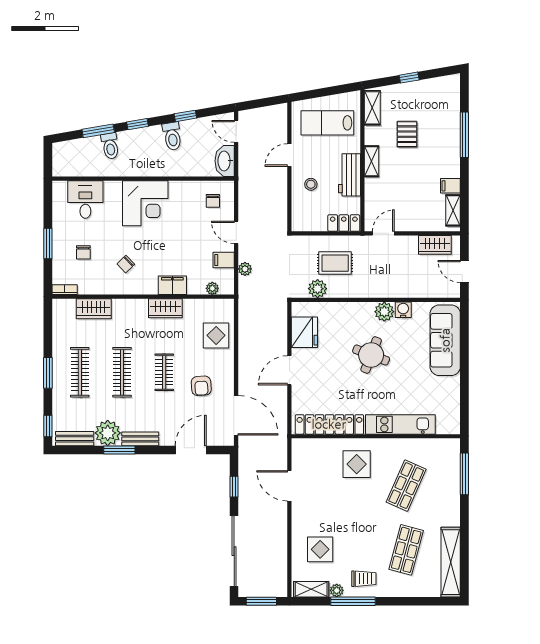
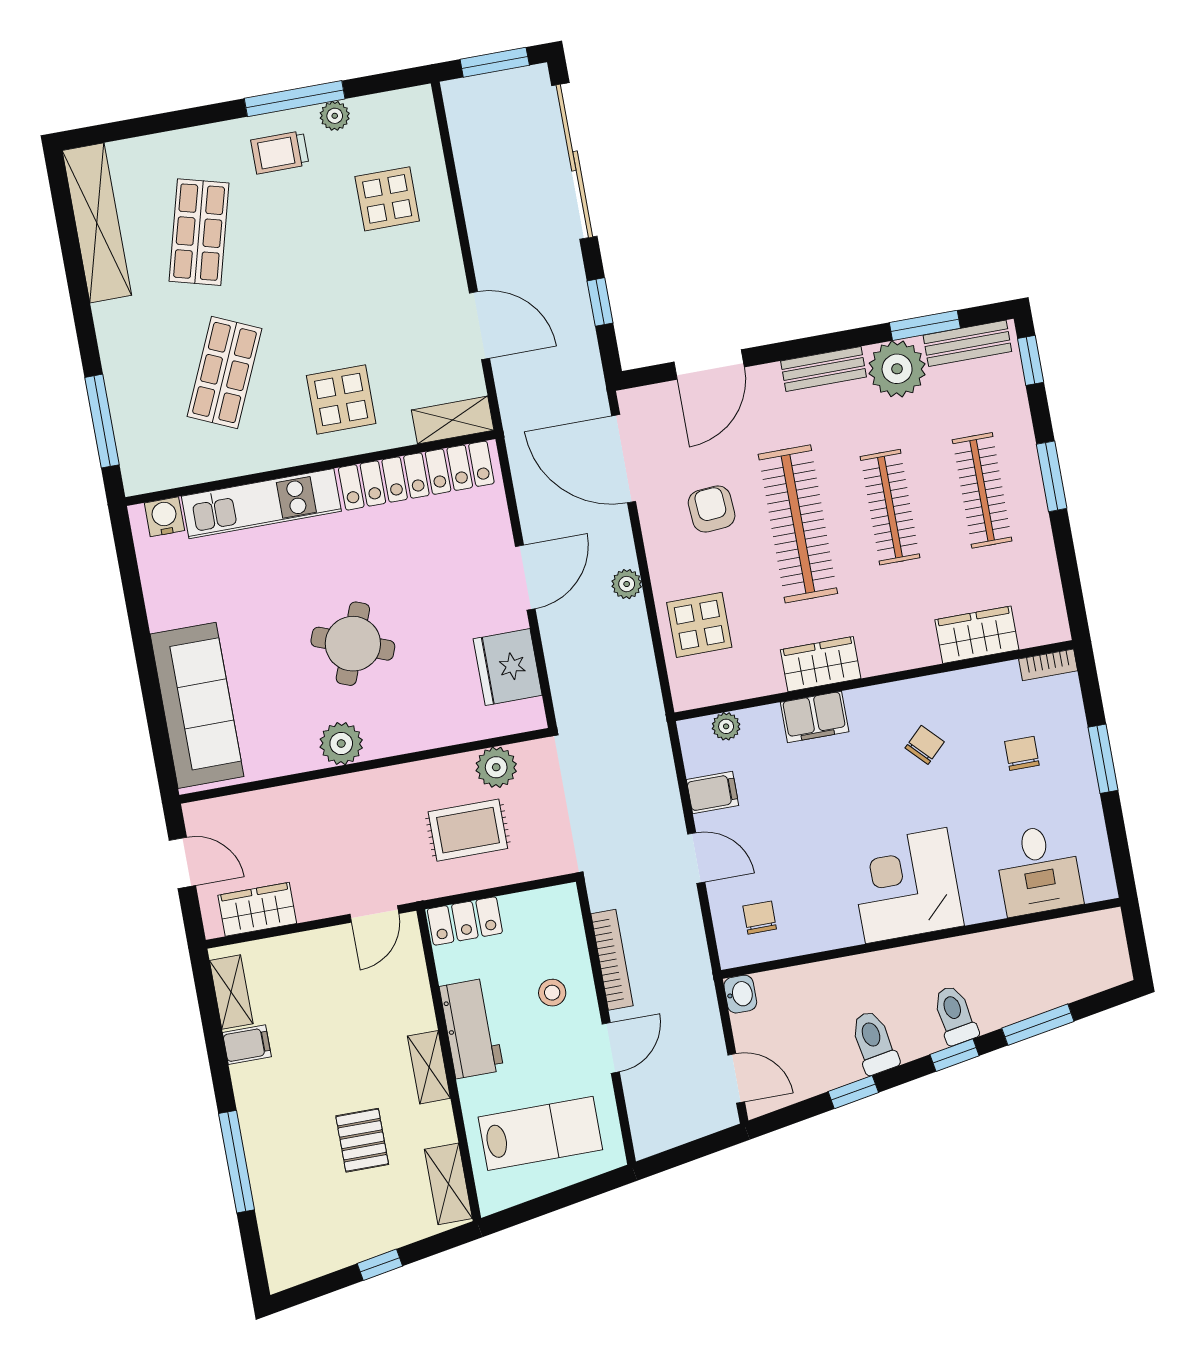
toilet: (110, 146) -> (955, 1015), moved
washbasin: (225, 161) -> (740, 994), width x0.52, depth x0.69
bookcase: (282, 194) -> (612, 960), added
plant: (245, 269) -> (627, 584), moved
water cooler: (403, 310) -> (164, 517), moved, turned 180
clothes rail: (164, 372) -> (798, 524), width x1.86, depth x1.31
window: (119, 450) -> (925, 325), moved
shelving: (311, 589) -> (453, 420), moved

